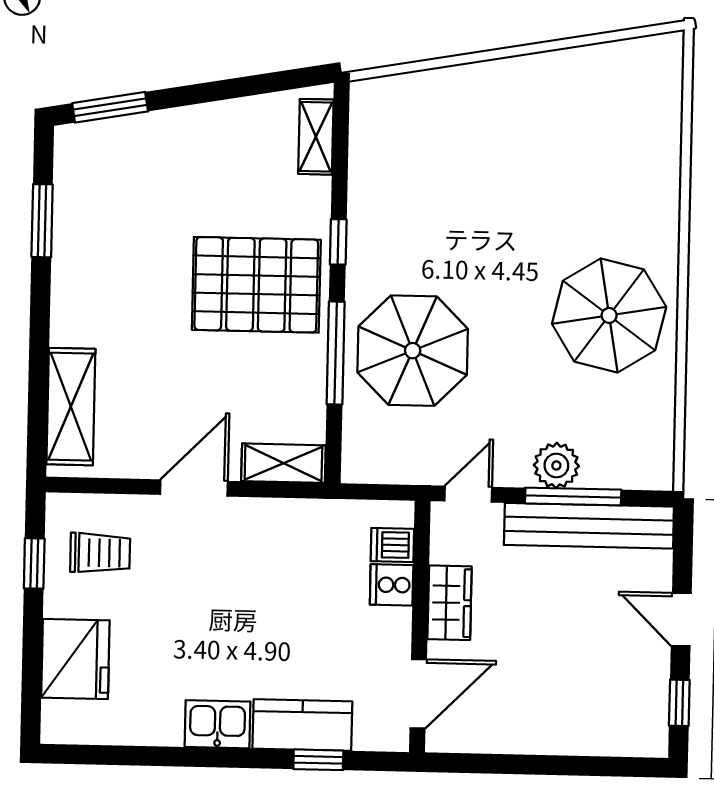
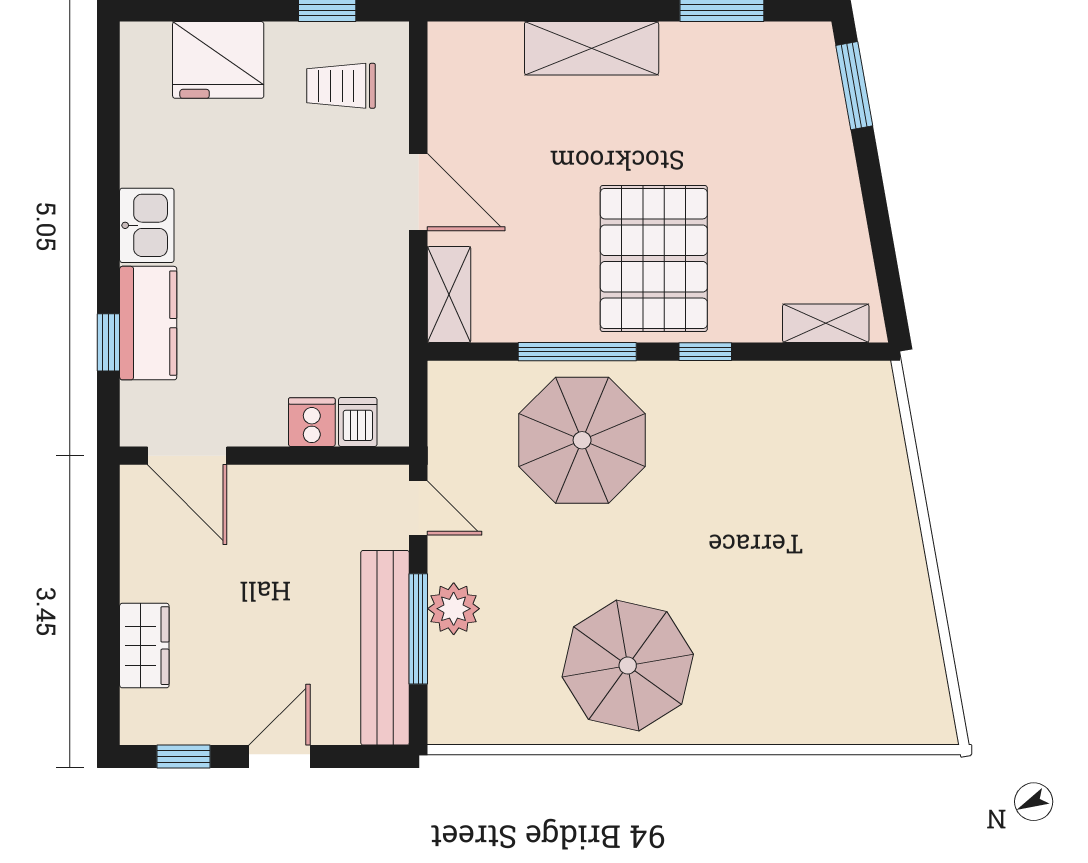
shelving: (71, 407) -> (592, 48), moved
trolley: (100, 553) -> (341, 86), turned 90
wardrobe: (450, 603) -> (144, 646), moved, turned -90

